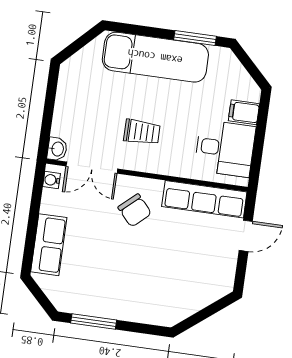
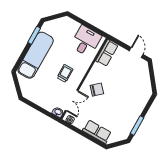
filing cabinet: (244, 112) -> (74, 27), removed
row of seats: (204, 199) -> (107, 53), width x0.68
door: (246, 236) -> (136, 53), moved

